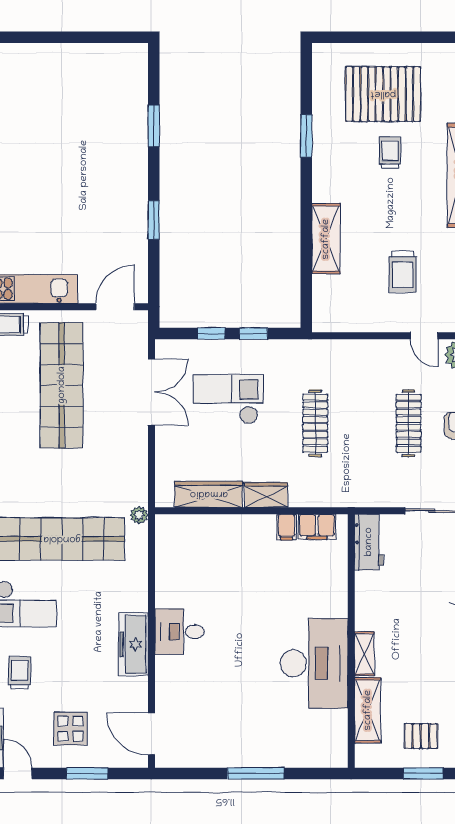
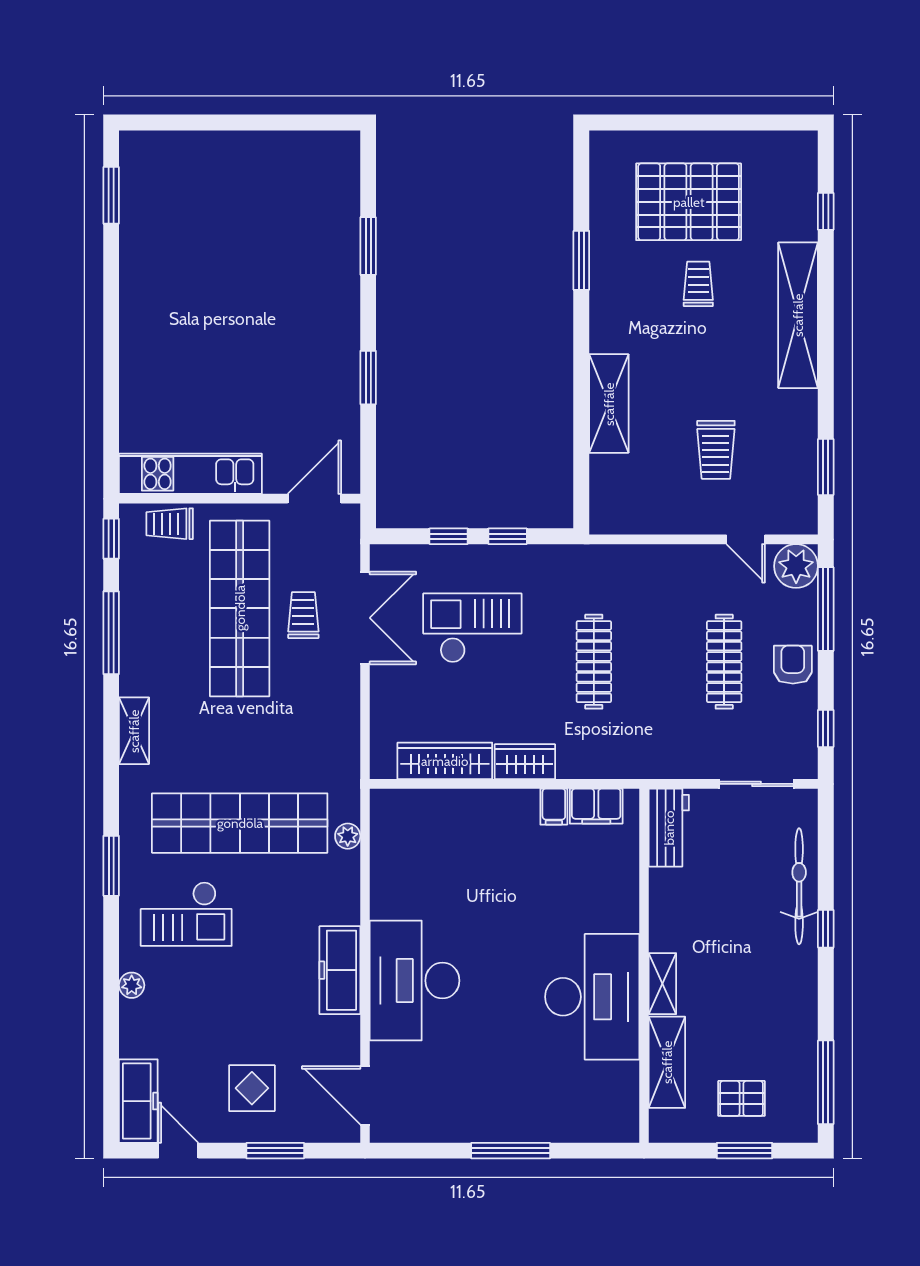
plant: (139, 515) -> (348, 836), moved
desk: (179, 632) -> (415, 981), width x1.87, depth x1.30
trolley: (20, 673) -> (303, 615), moved

